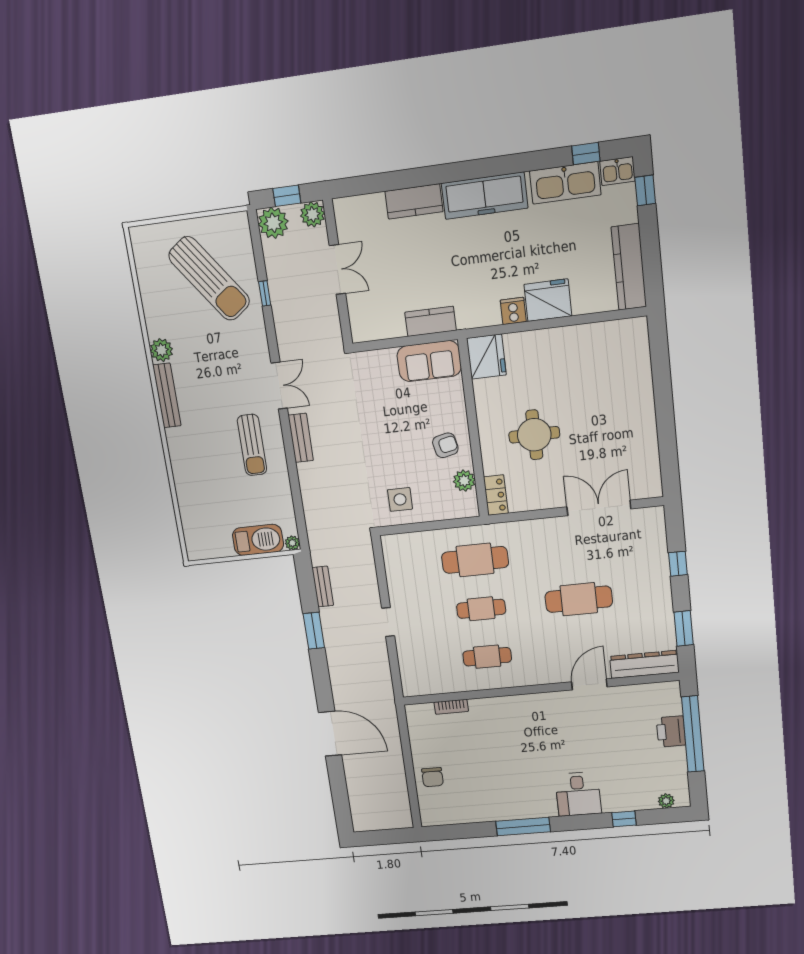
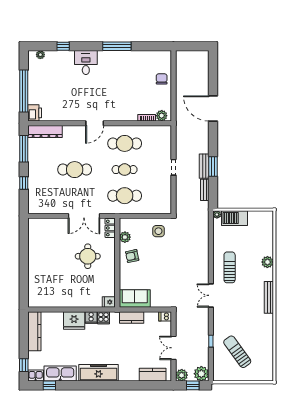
kitchen counter: (414, 201) -> (153, 375), moved
sun lounger: (209, 278) -> (237, 352), width x0.73, depth x0.75
cooker: (488, 314) -> (103, 318), added
dishwasher: (363, 332) -> (165, 316), added
plant: (161, 350) -> (267, 262), moved
fridge: (486, 357) -> (109, 302), width x0.53, depth x0.75
bench: (301, 438) -> (204, 166), moved
double door: (599, 508) -> (84, 216), moved
window: (684, 628) -> (24, 149), width x1.44
cafe table: (487, 657) -> (125, 143), width x1.37, depth x1.35
door: (589, 684) -> (95, 123), moved
plant: (424, 713) -> (162, 116), added
printer: (671, 731) -> (35, 113), moved

